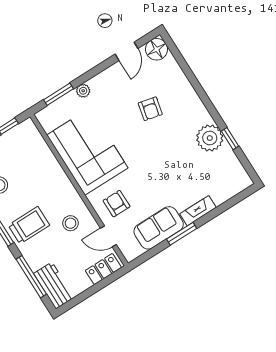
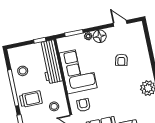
floor lamp: (157, 49) -> (100, 36), moved
door: (126, 51) -> (120, 23), swing flipped
workbench: (38, 154) -> (51, 62), added

